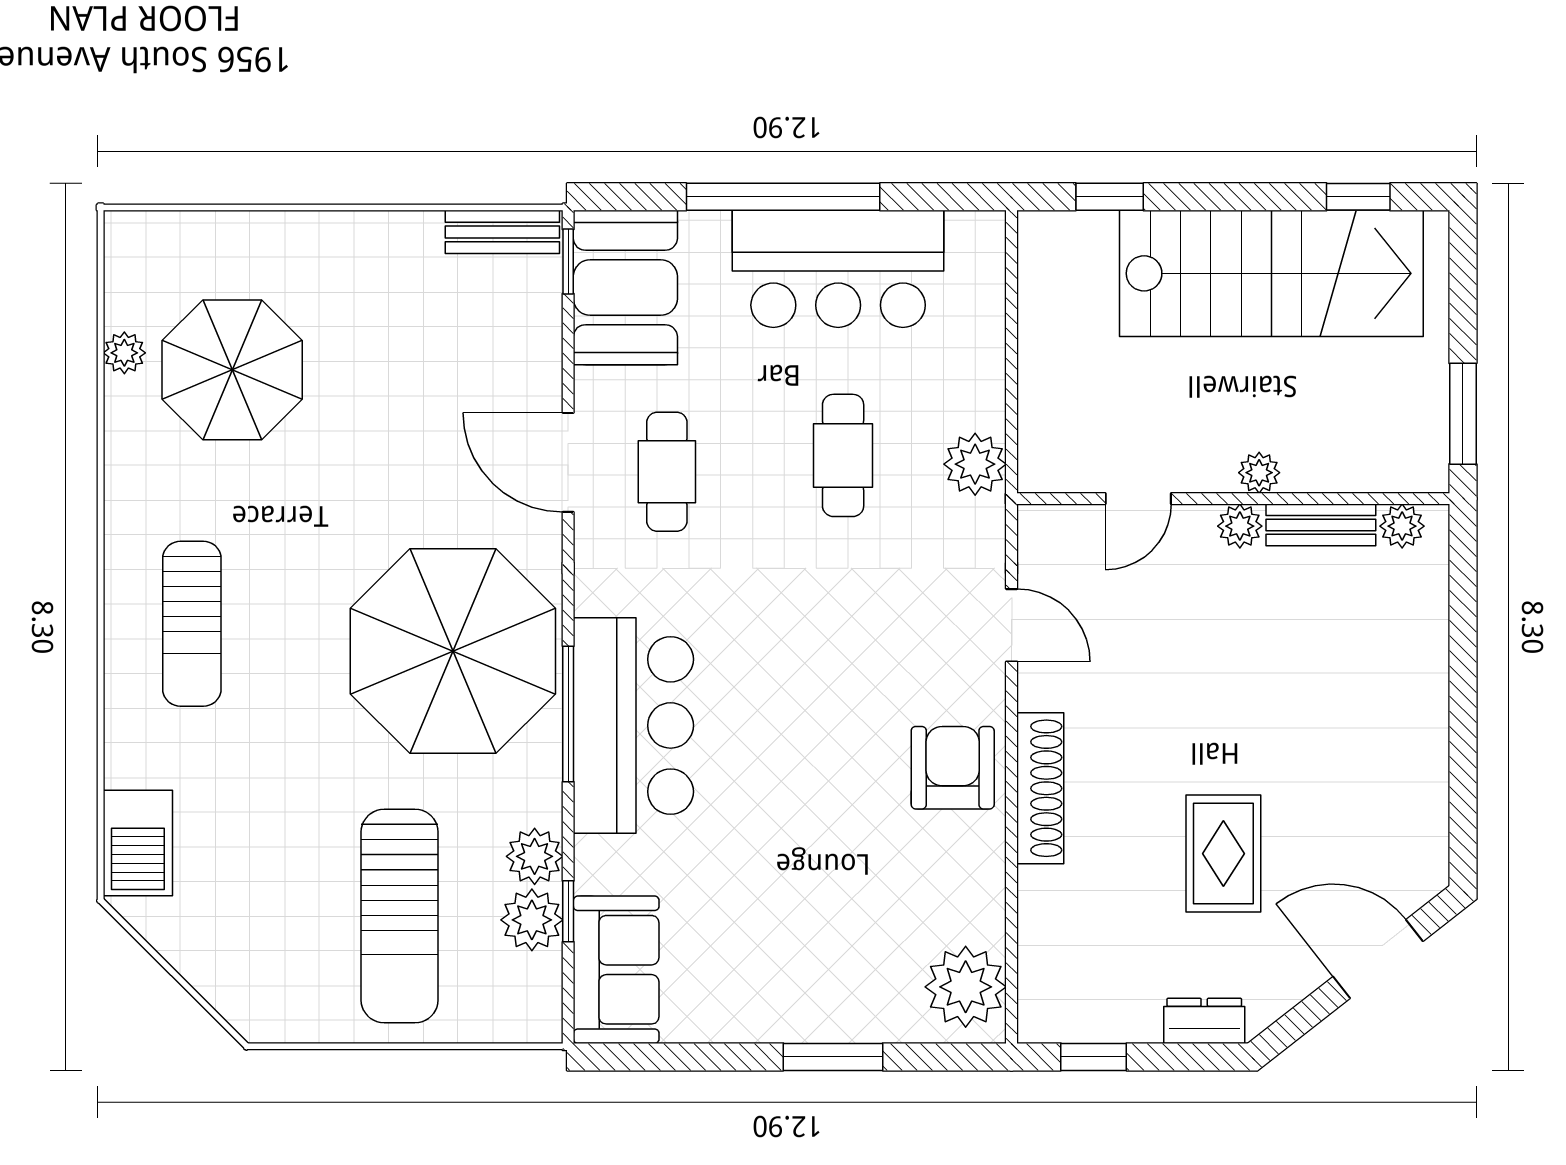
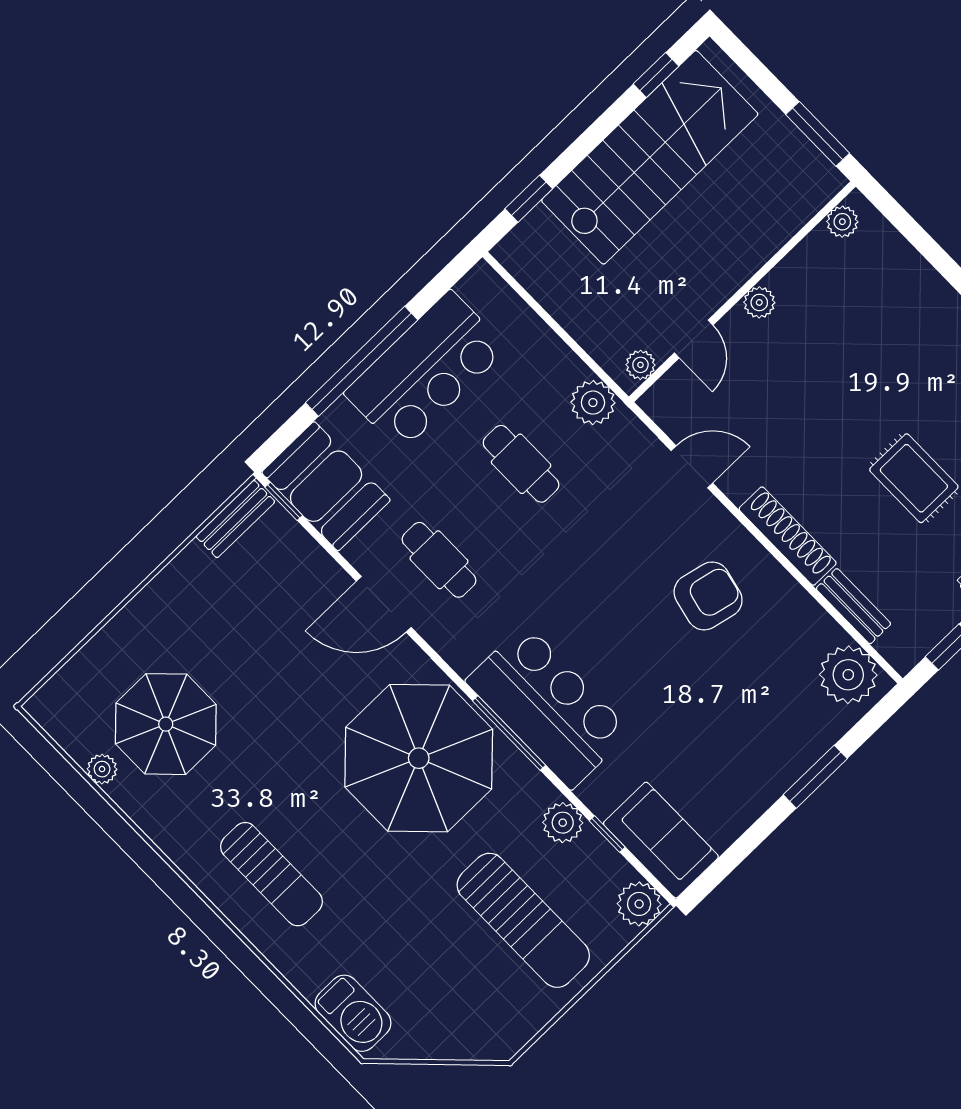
plant: (1259, 473) -> (640, 365), moved
bench: (1321, 525) -> (853, 606), moved, turned 90
armchair: (953, 768) -> (708, 596), moved, turned 103
plant: (532, 920) -> (639, 904), moved

